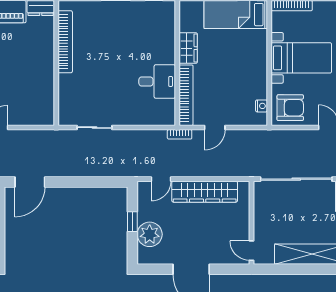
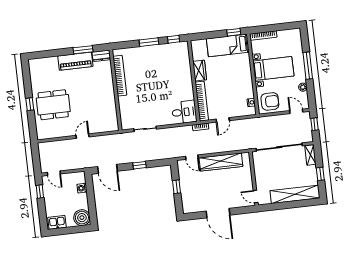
desk: (157, 81) -> (184, 112), moved
door: (161, 179) -> (192, 157), hinge flipped
door: (30, 182) -> (107, 169), hinge flipped
window: (80, 182) -> (139, 165), added
plant: (150, 234) -> (189, 194), removed

